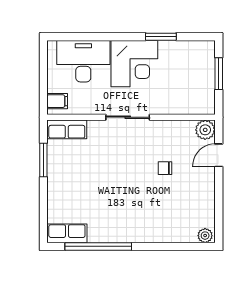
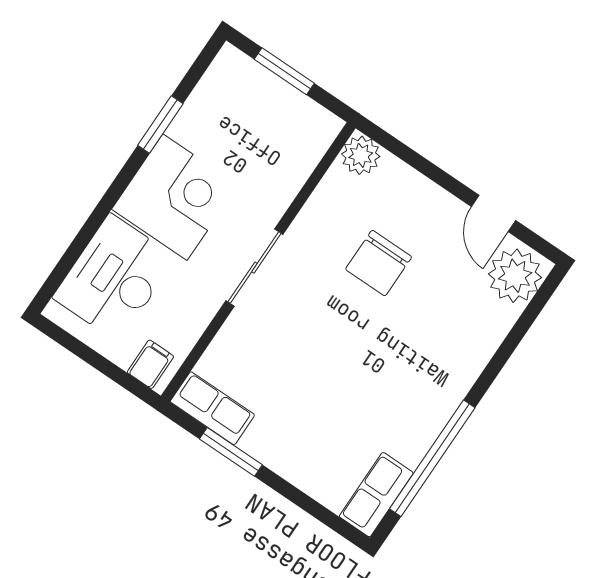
row of seats: (67, 129) -> (212, 408), moved, turned -90
door: (219, 155) -> (494, 213), moved
chair: (165, 168) -> (379, 263), width x1.87, depth x1.87
plant: (205, 236) -> (515, 276), width x1.88, depth x1.88

